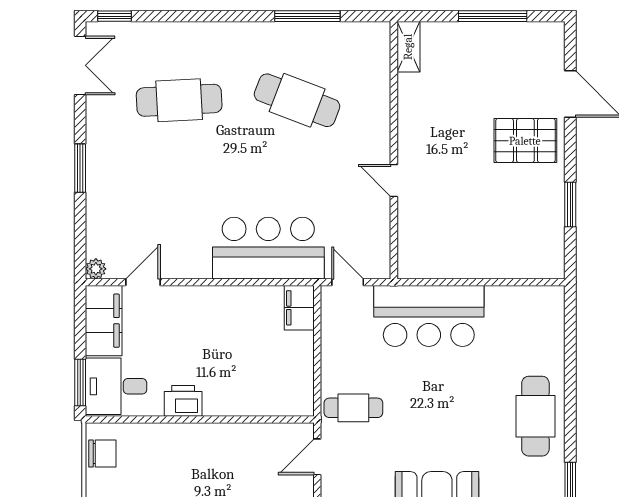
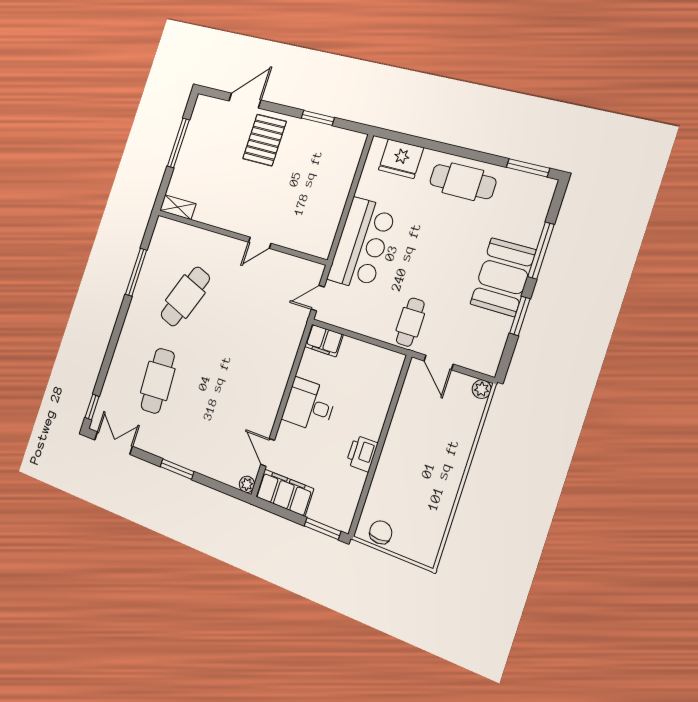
bar counter: (268, 248) -> (275, 350), removed
fridge: (544, 331) -> (401, 159), added
desk: (116, 386) -> (309, 405), moved, turned 90

